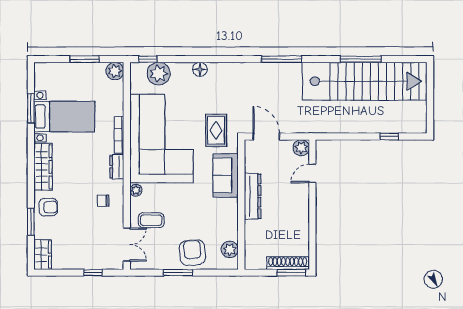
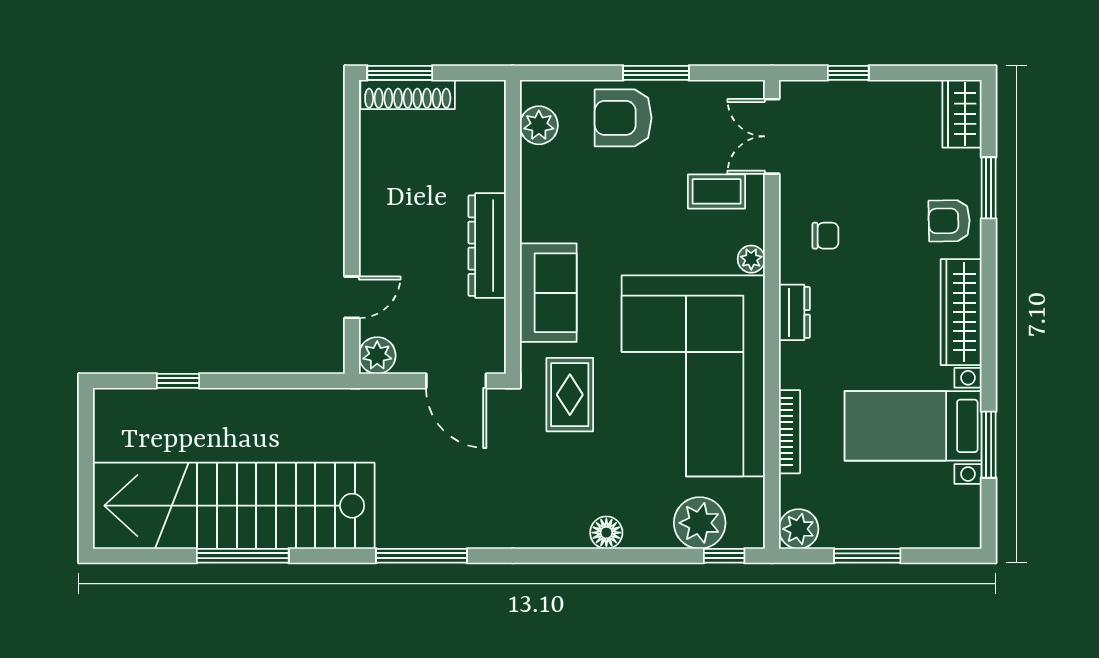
bookcase: (119, 135) -> (789, 432), moved
armchair: (192, 253) -> (623, 118), turned 96

